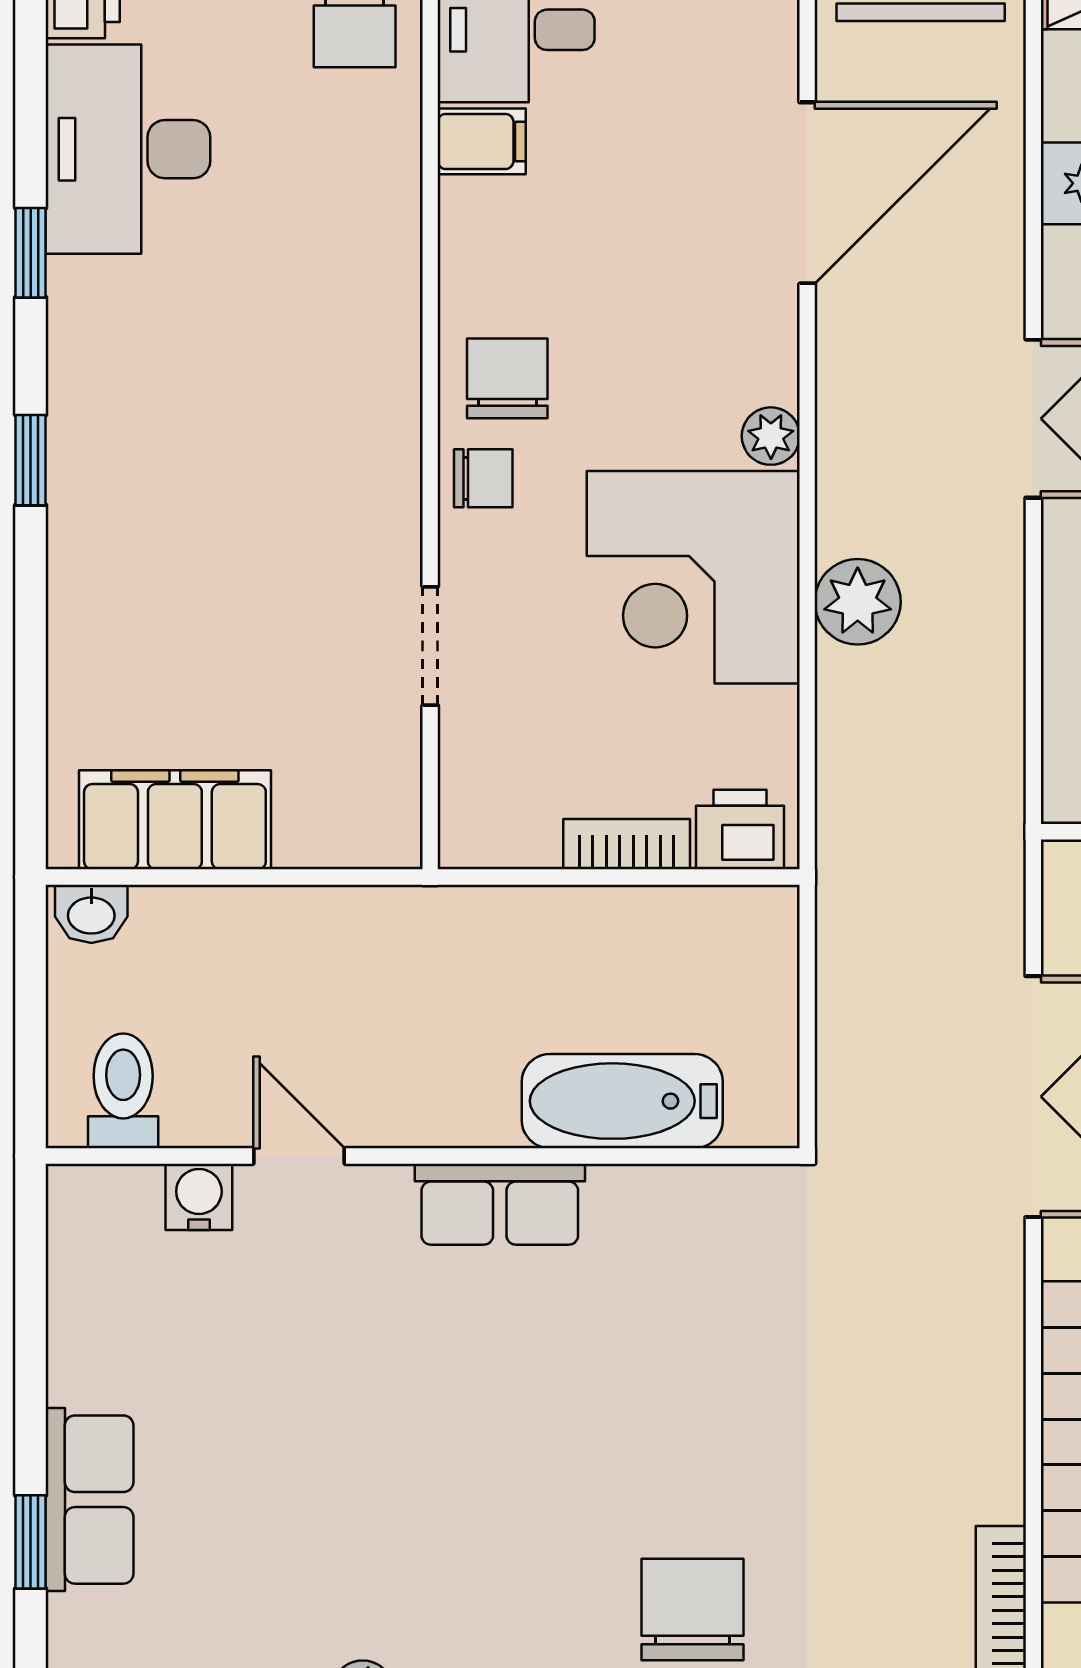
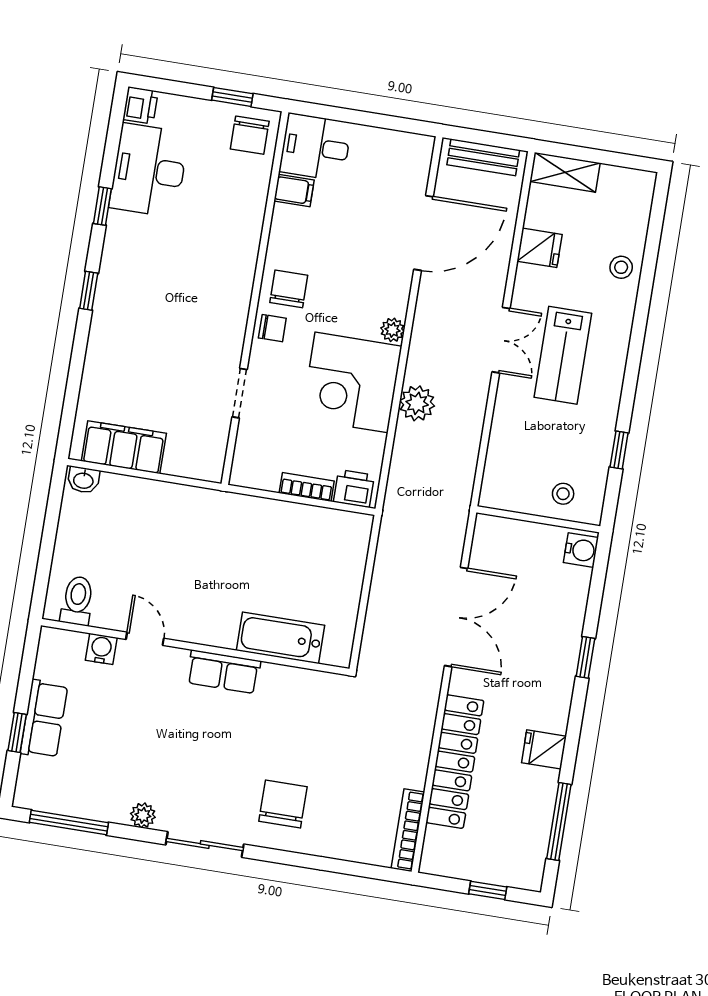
toilet: (123, 1091) -> (77, 601), moved
bathtub: (622, 1101) -> (280, 638), moved
door: (299, 1156) -> (145, 639), moved
wall: (423, 1156) -> (195, 647), moved
water cooler: (199, 1197) -> (101, 649), moved
row of seats: (500, 1204) -> (224, 672), moved

